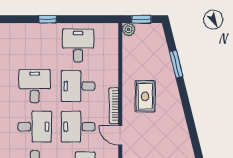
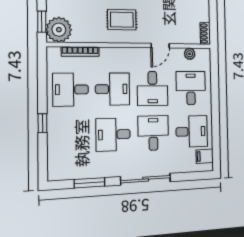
plant: (129, 29) -> (59, 30), width x1.88, depth x1.88
desk: (78, 86) -> (113, 89), turned -90
bookcase: (114, 106) -> (80, 52), moved

